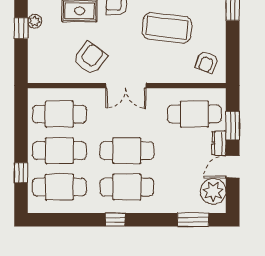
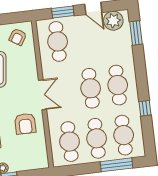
armchair: (90, 58) -> (25, 124), turned -127
armchair: (207, 62) -> (18, 37), turned 102
dresser: (219, 143) -> (77, 21), removed
window: (21, 173) -> (116, 165), width x2.17
window: (115, 220) -> (145, 108), moved

